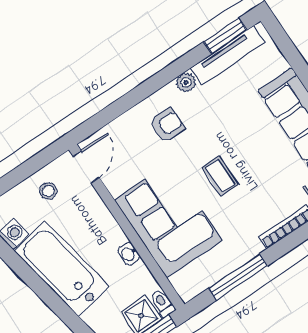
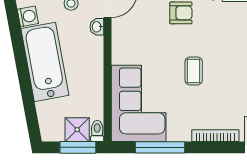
corner sofa: (168, 220) -> (139, 103), moved
washbasin: (129, 254) -> (97, 27), moved

